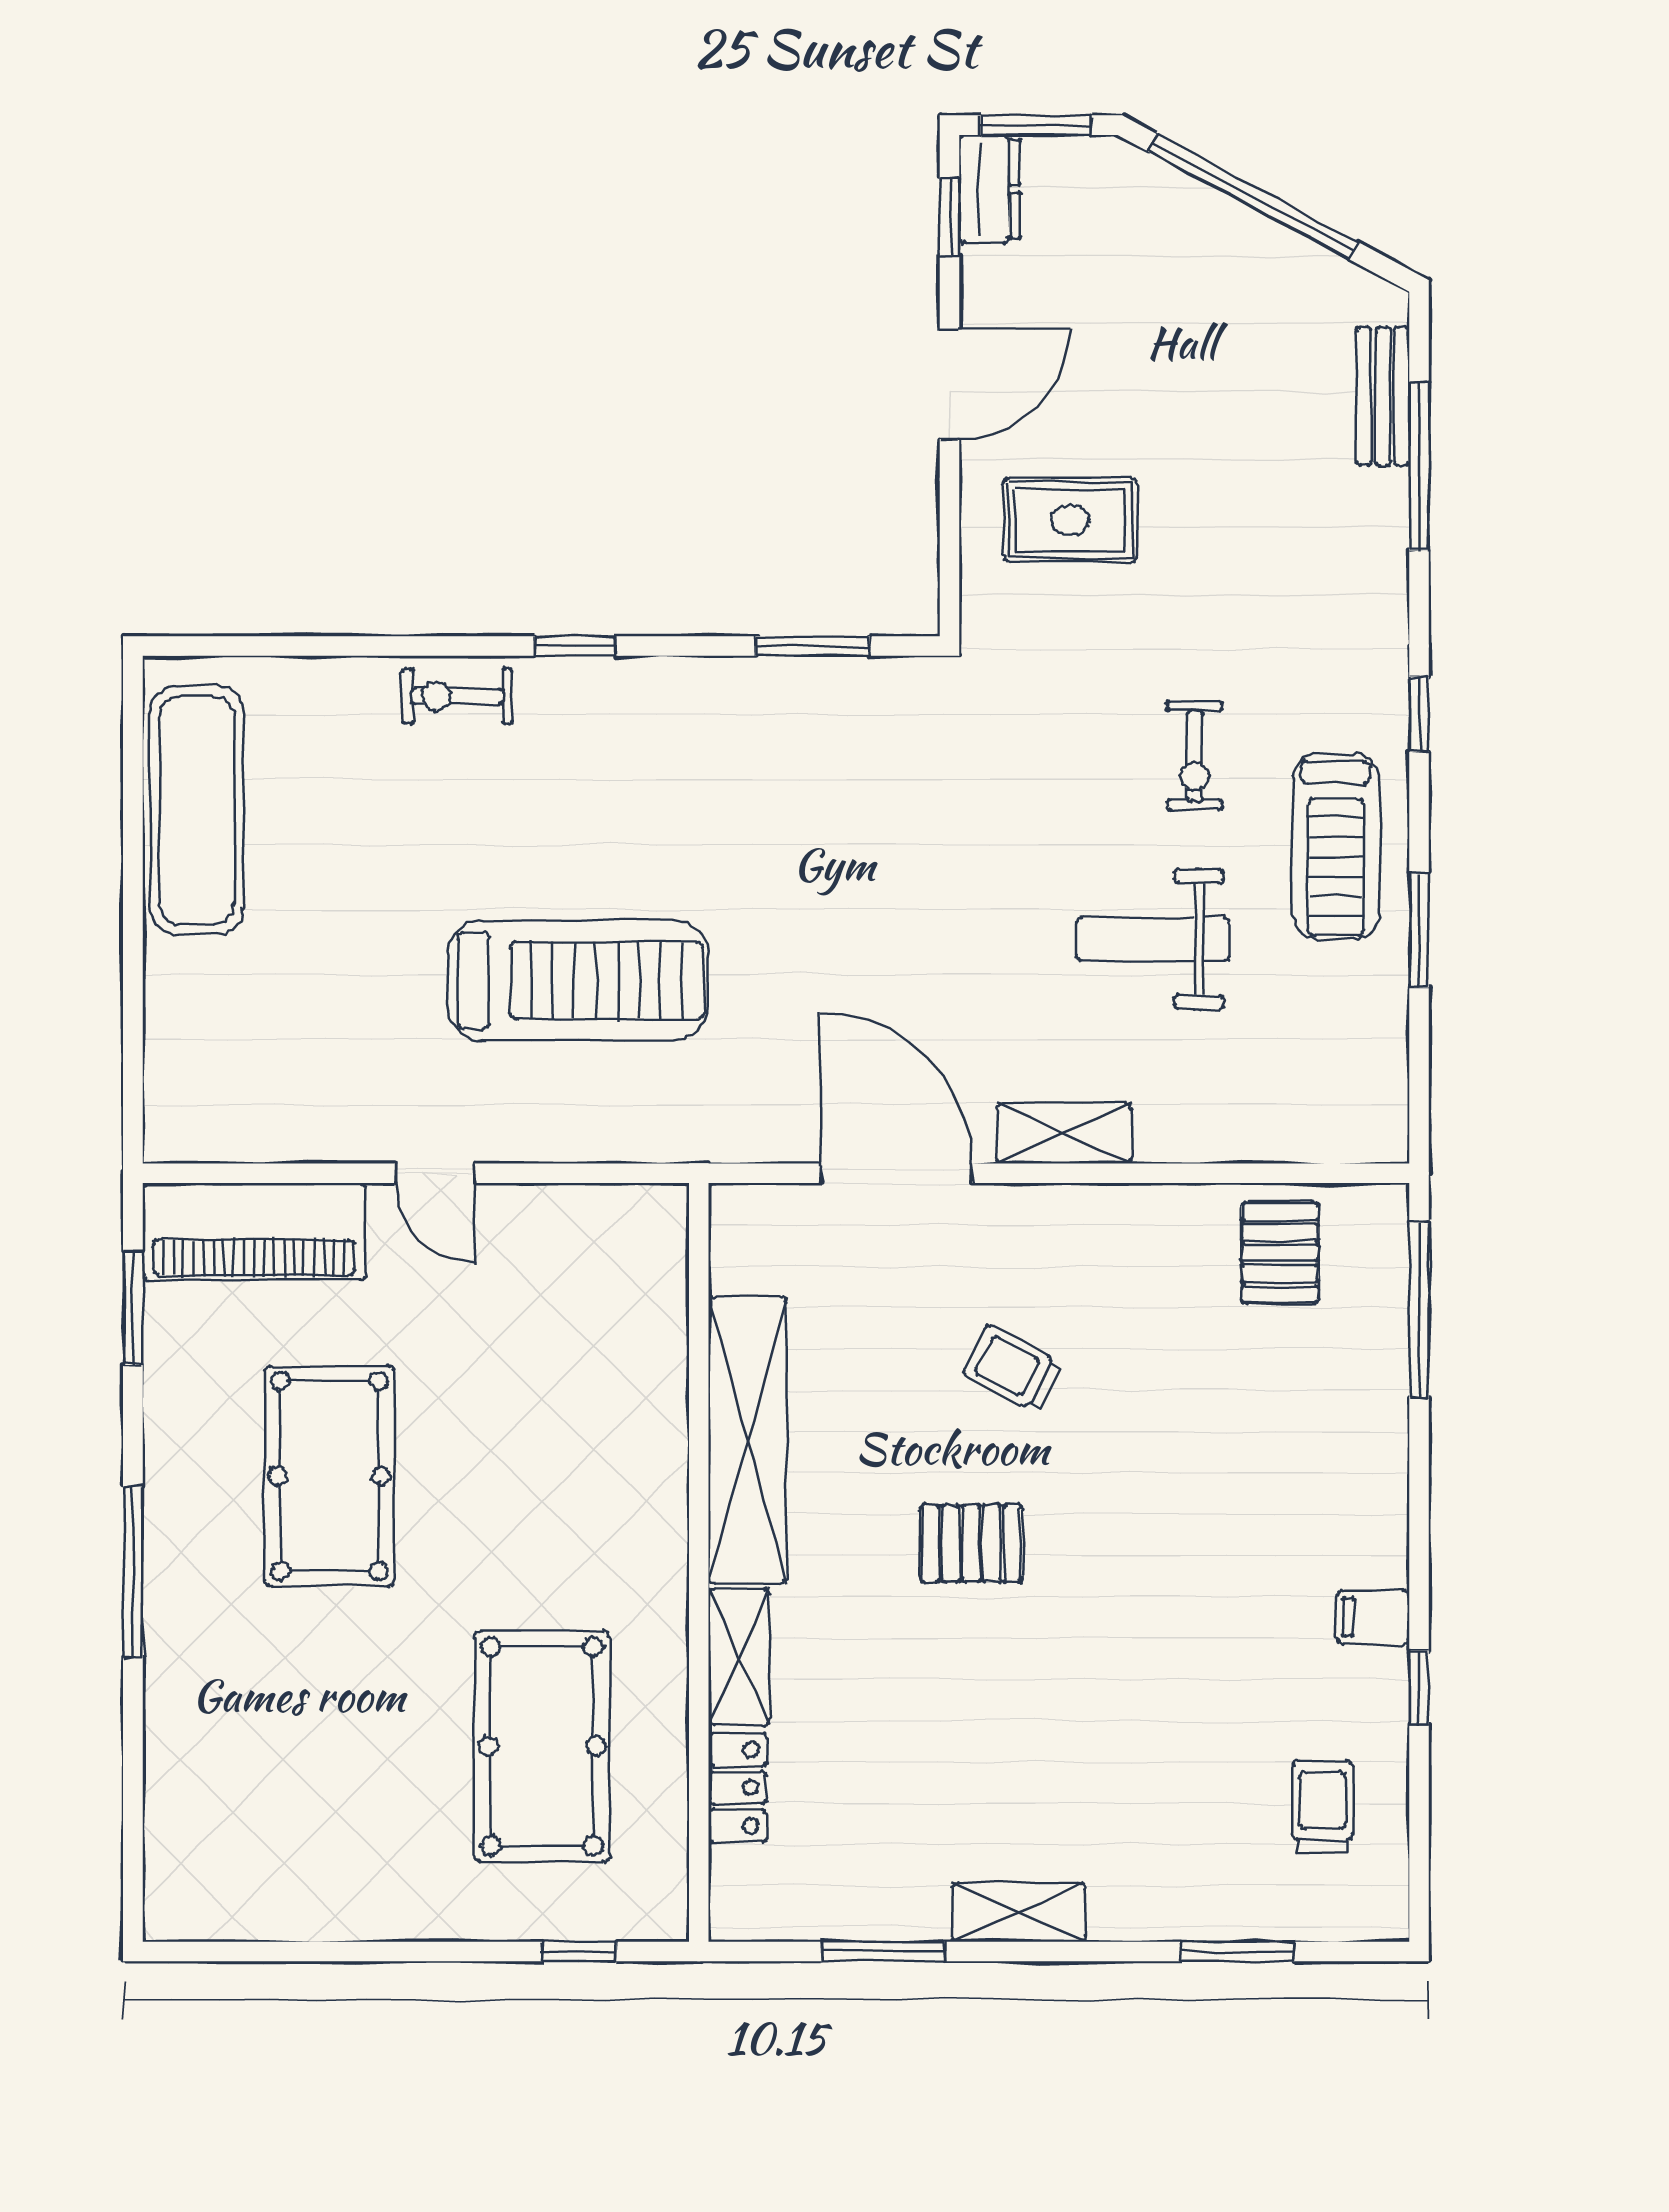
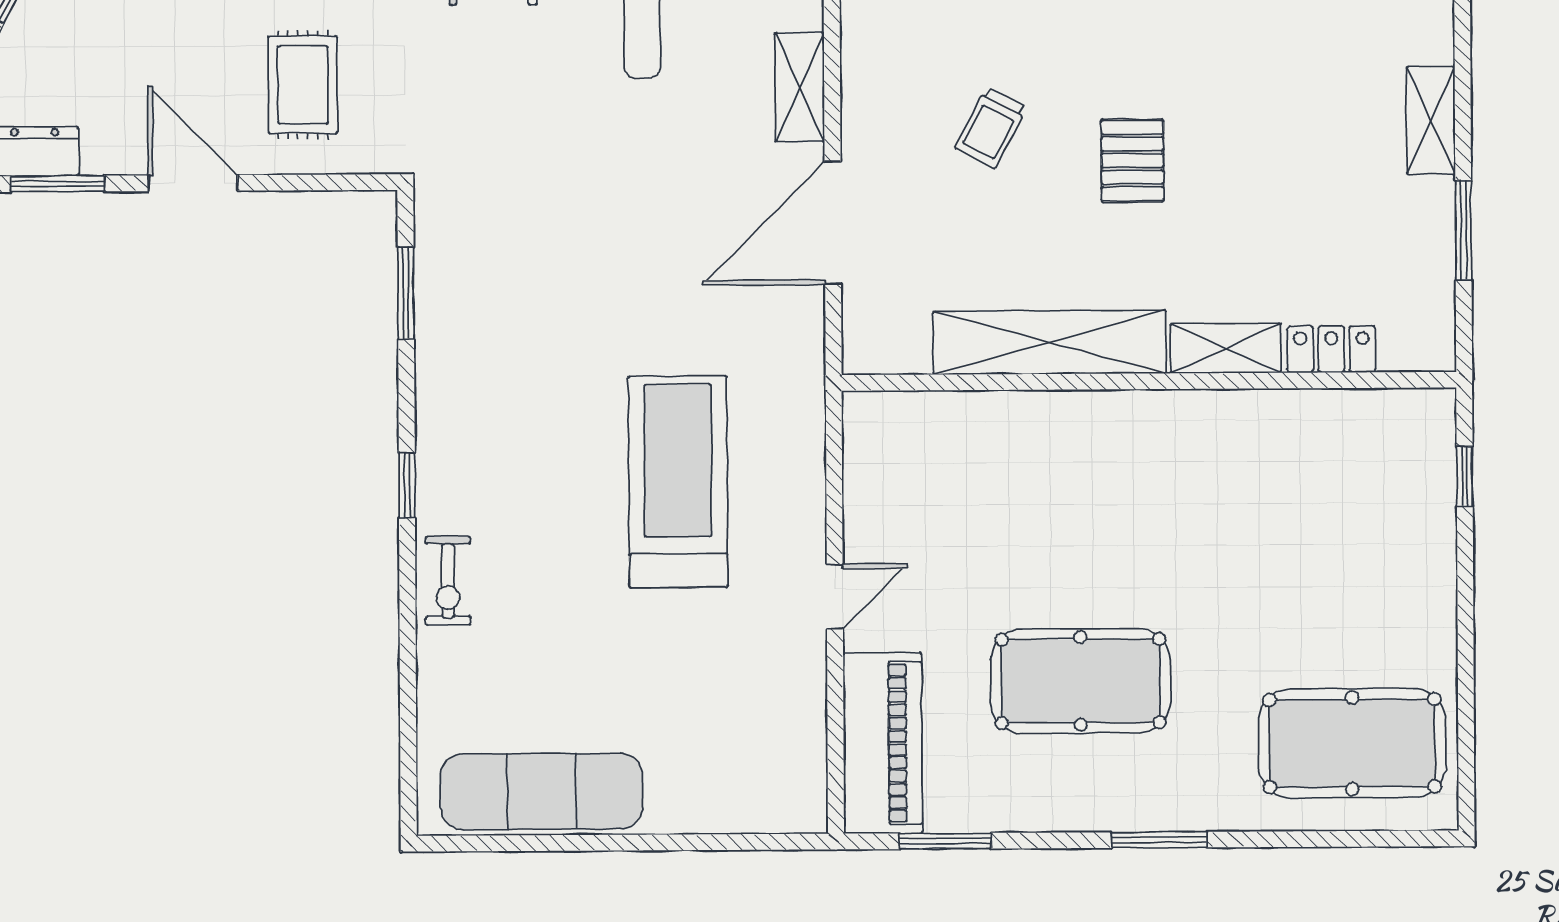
window: (950, 217) -> (57, 184), width x1.50
window: (133, 1572) -> (1159, 840), width x0.69
pool table: (542, 1746) -> (1352, 743), moved

